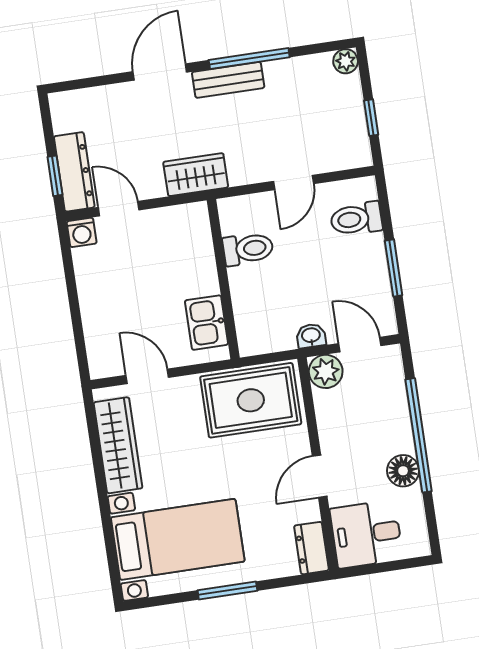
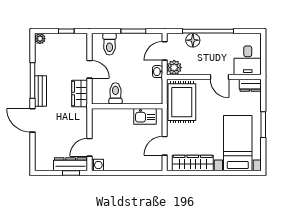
wardrobe: (196, 175) -> (80, 93), moved
floor lamp: (403, 471) -> (193, 40), moved

